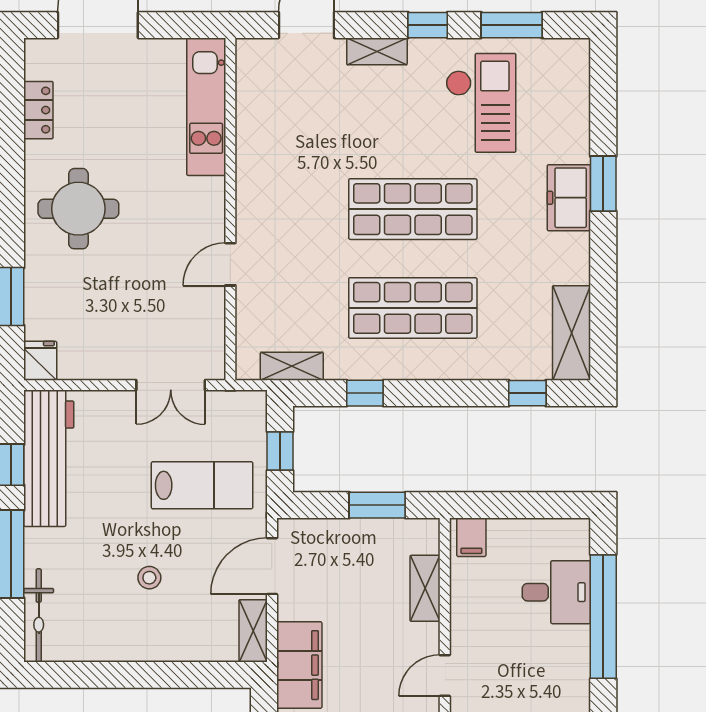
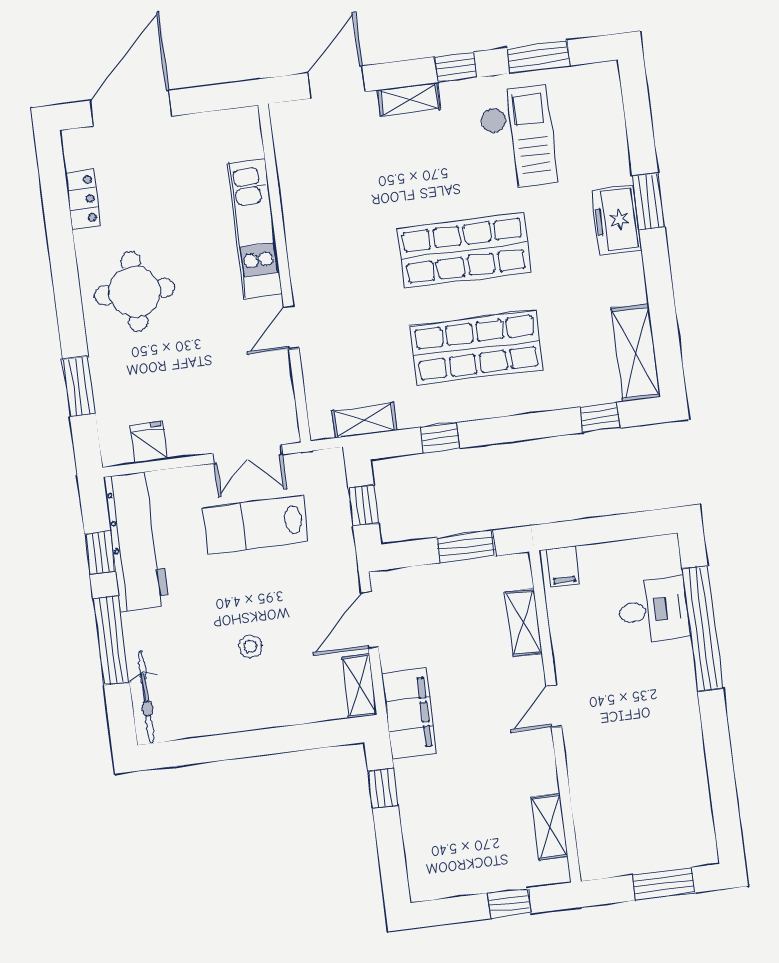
kitchen unit: (206, 107) -> (254, 229), moved
fridge: (40, 361) -> (149, 442), moved
lab bench: (202, 485) -> (255, 525), moved, turned 180

